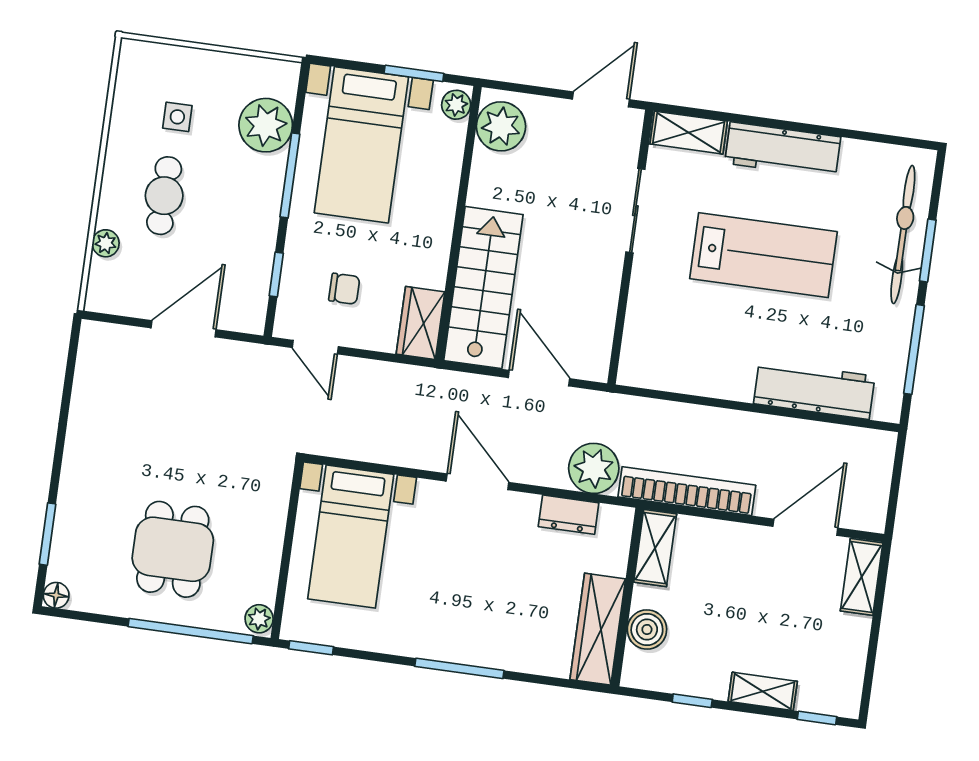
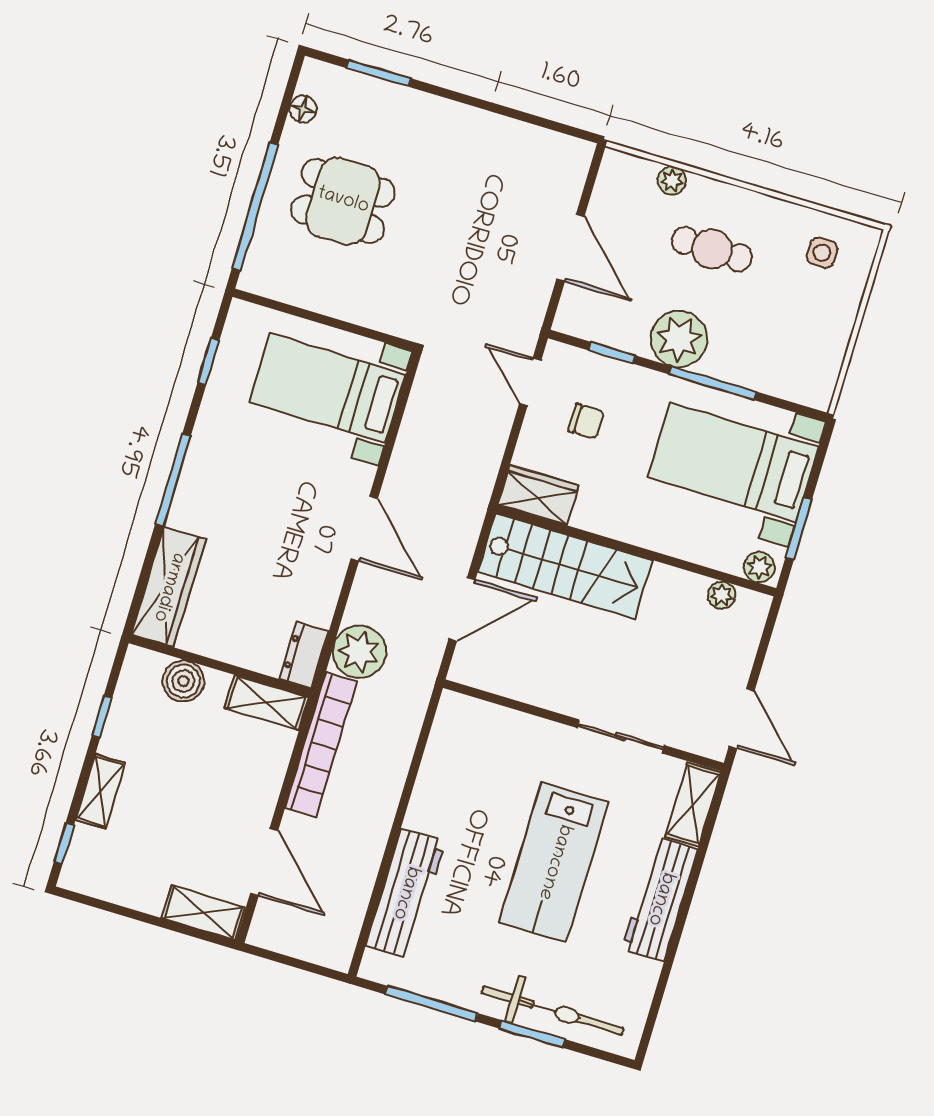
side table: (177, 117) -> (822, 253), moved
plant: (266, 125) -> (679, 339), moved
plant: (501, 126) -> (722, 595), width x0.53, depth x0.53
chair: (344, 289) -> (586, 421), turned -90
door: (315, 347) -> (530, 382), hinge flipped
door: (477, 482) -> (364, 529), hinge flipped
dresser: (569, 515) -> (304, 655), moved
floor lamp: (56, 595) -> (303, 109), moved
plant: (259, 619) -> (257, 280), removed
wardrobe: (598, 629) -> (168, 587), moved, turned 90
window: (311, 648) -> (209, 361), moved

